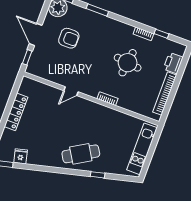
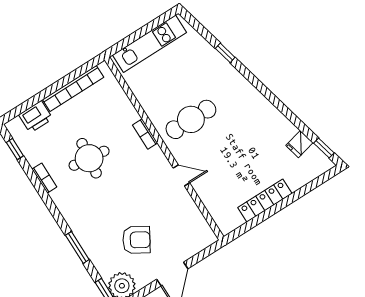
window: (161, 34) -> (15, 149), moved
armchair: (69, 38) -> (136, 240), turned 121
window: (27, 57) -> (203, 255), removed
cafe table: (81, 154) -> (191, 119), moved, turned -59

